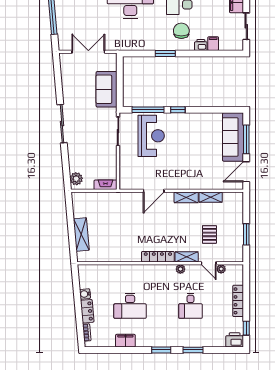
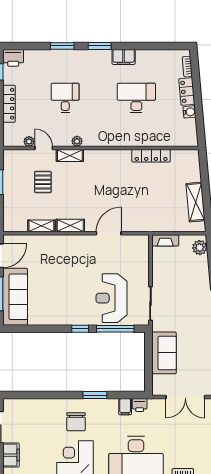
filing cabinet: (213, 44) -> (125, 407), moved
printer: (201, 45) -> (140, 405), moved
shelving: (81, 234) -> (196, 202), moved
locker: (158, 257) -> (151, 156), moved
filing cabinet: (125, 341) -> (124, 57), moved

